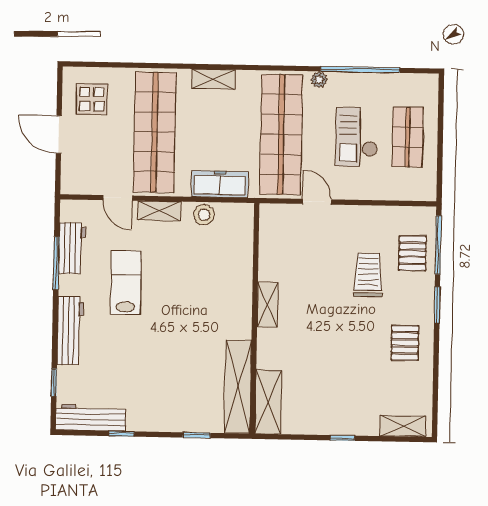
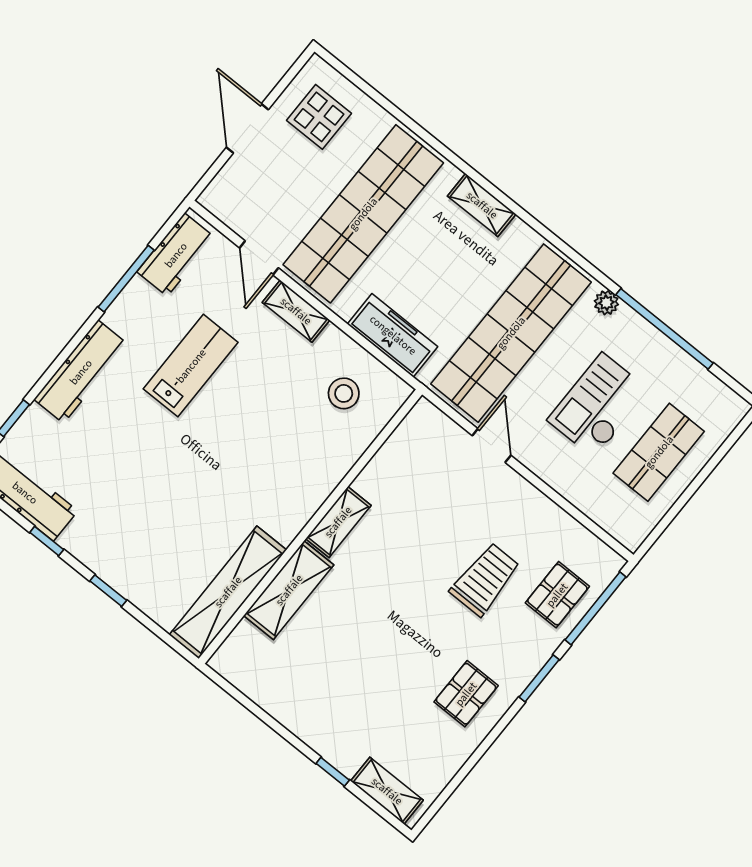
stool: (204, 215) -> (344, 393), moved
workbench: (72, 248) -> (176, 255), moved
shelving: (268, 402) -> (289, 590), moved
window: (197, 435) -> (108, 591), moved
window: (342, 438) -> (333, 772), moved

